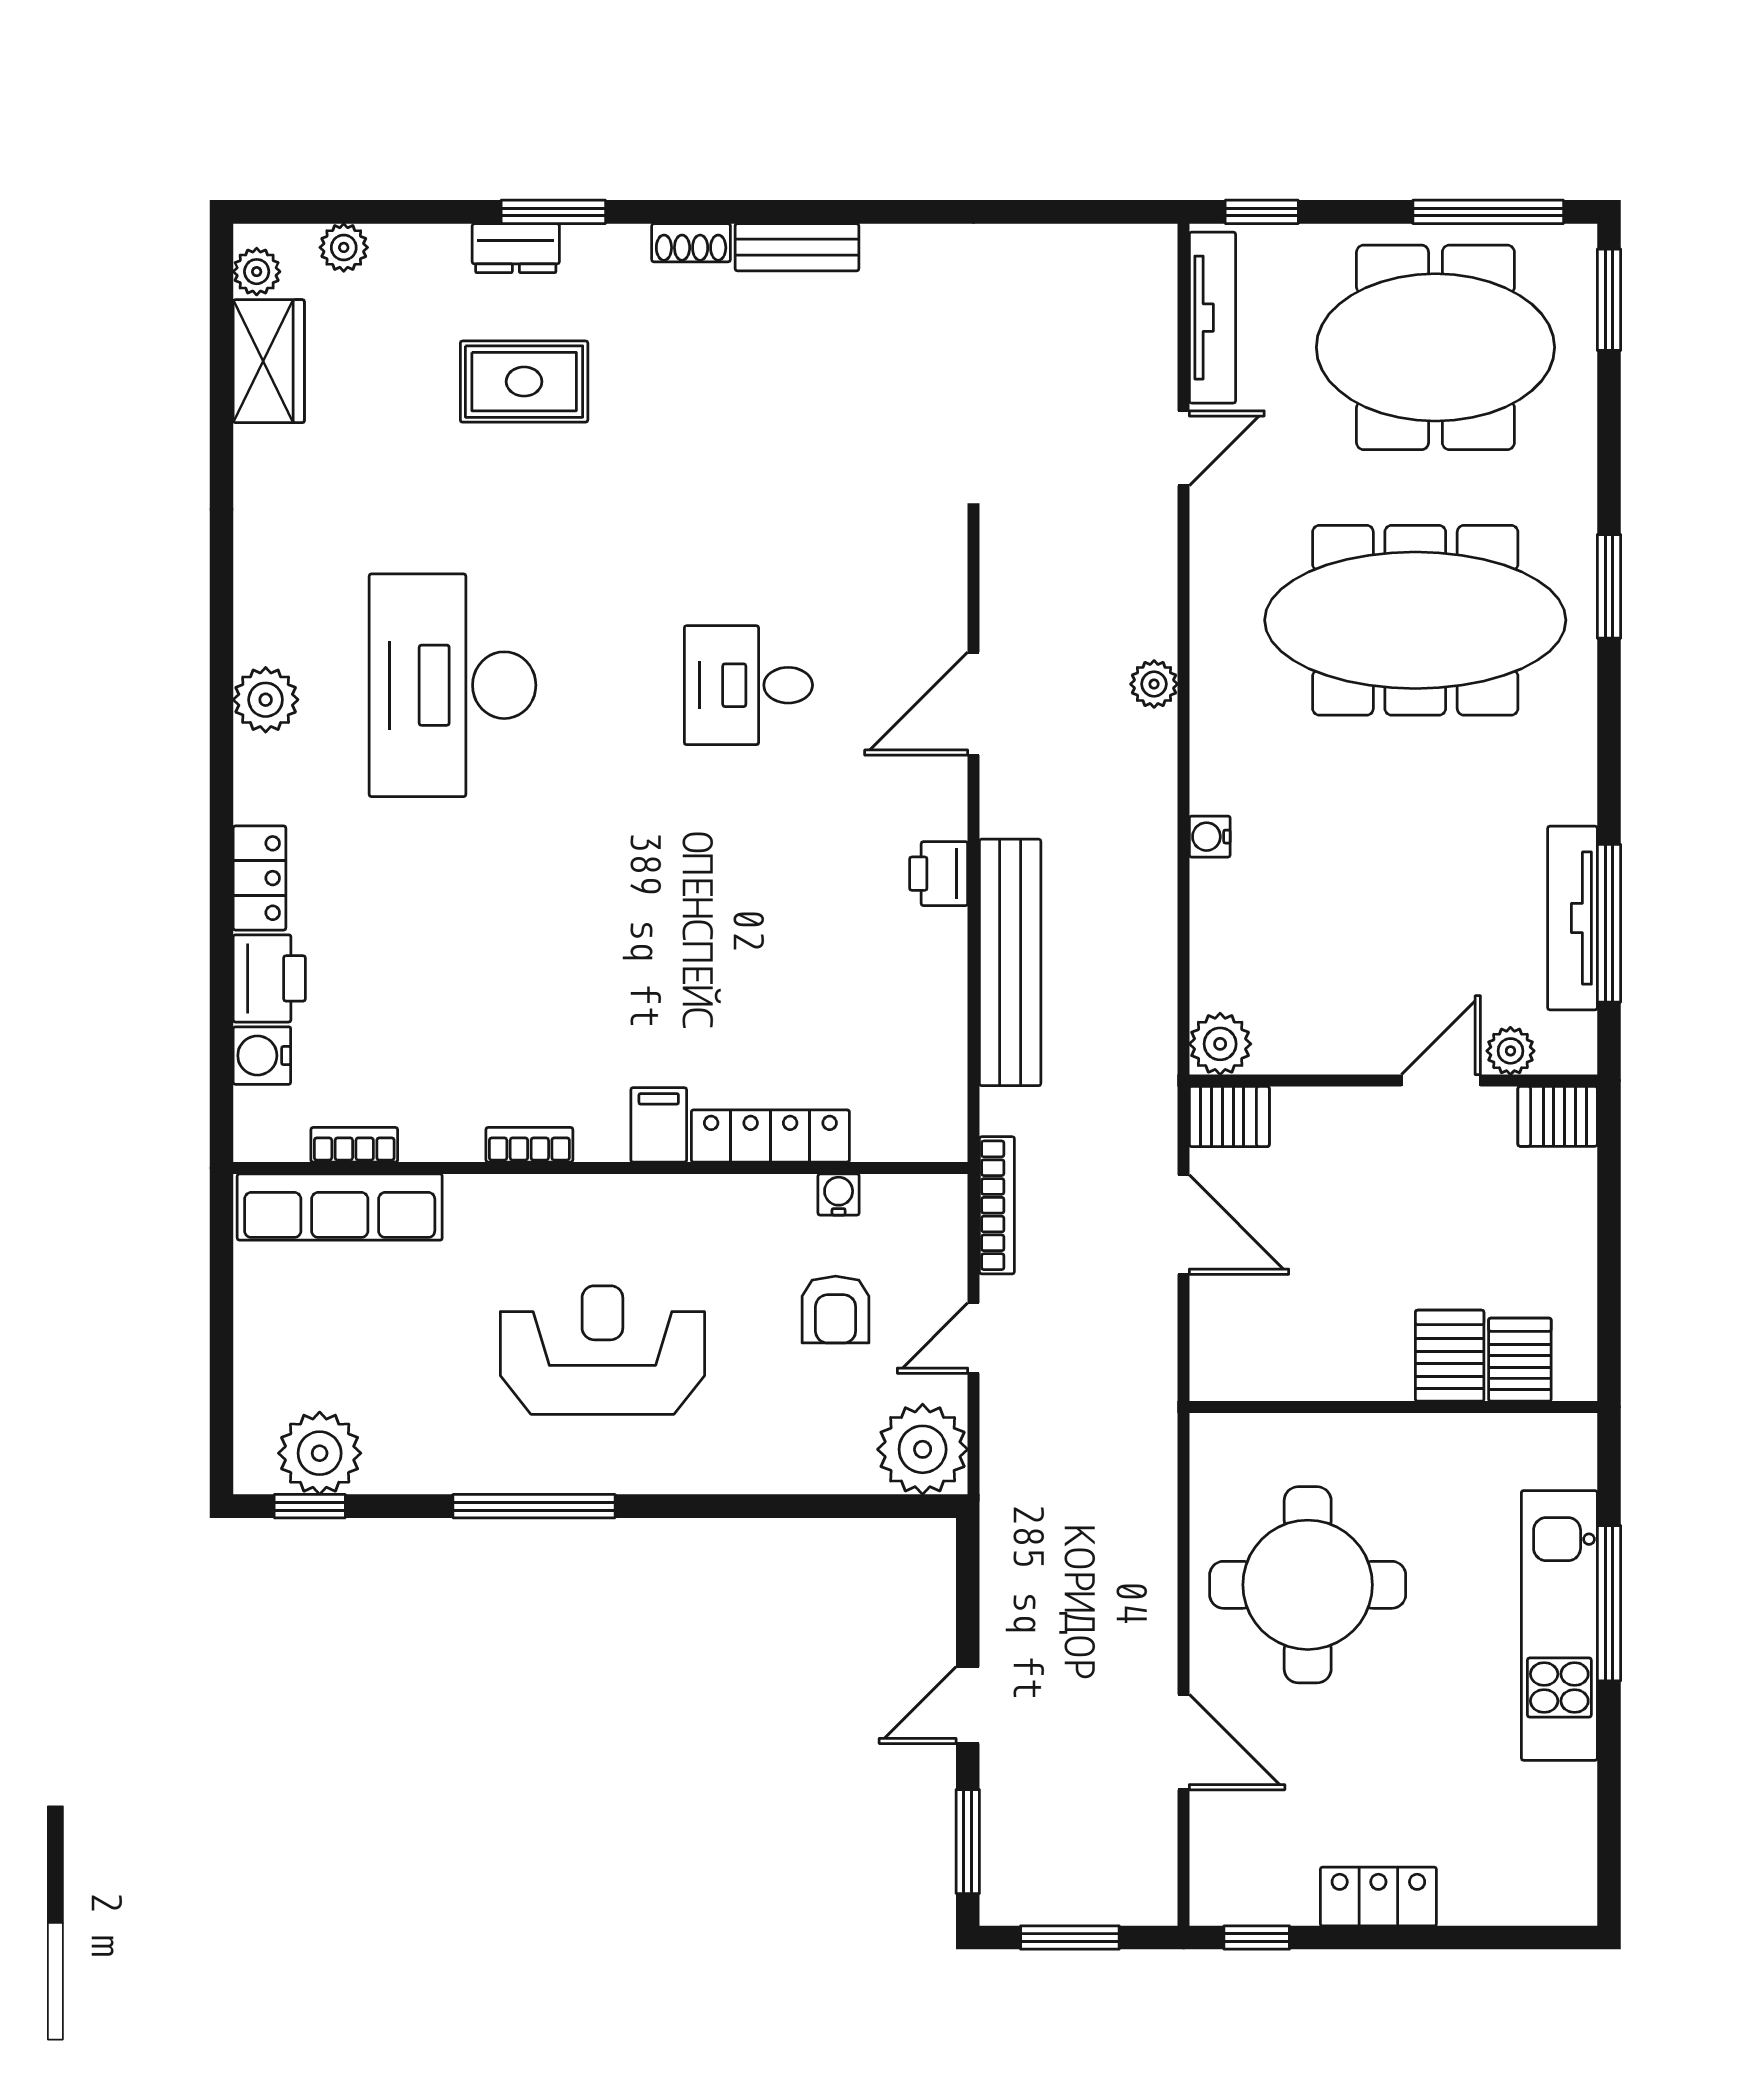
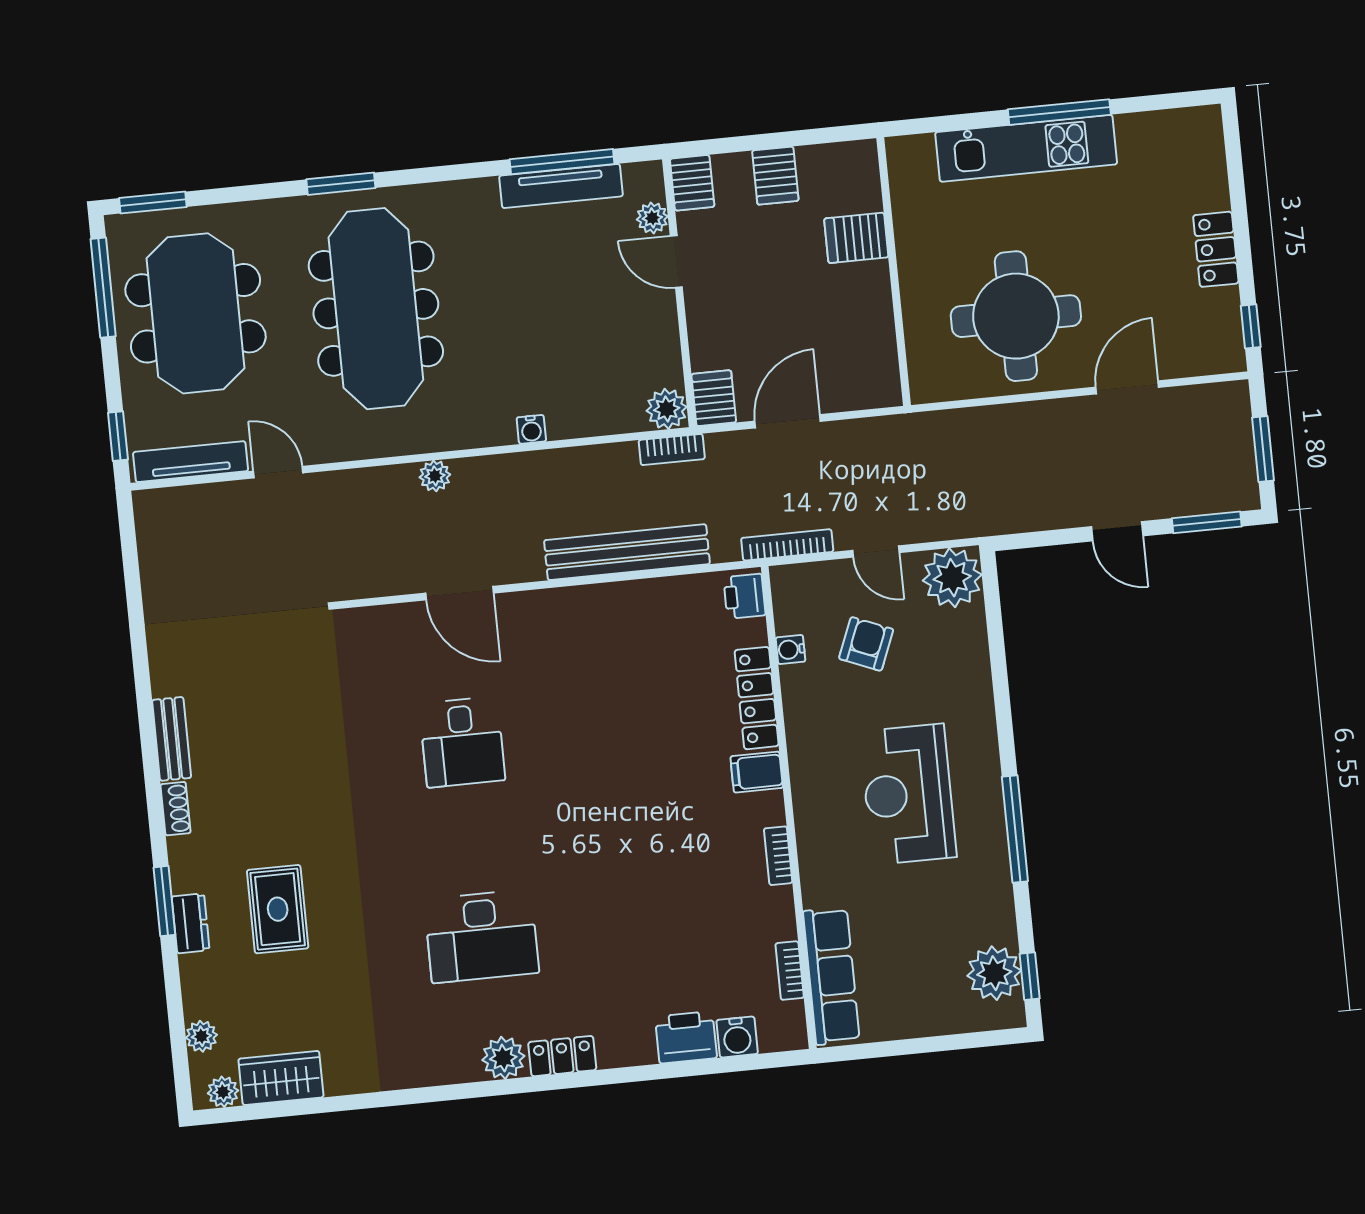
desk: (453, 685) -> (482, 936), width x0.73, depth x0.77
printer: (939, 874) -> (744, 596), moved, turned 90
locker: (259, 878) -> (562, 1056), moved
bookcase: (1158, 1045) -> (672, 450), added
armchair: (836, 1309) -> (866, 644), turned -68
server rack: (1520, 1360) -> (775, 176), moved, turned -90
window: (1609, 1603) -> (1059, 112), moved

